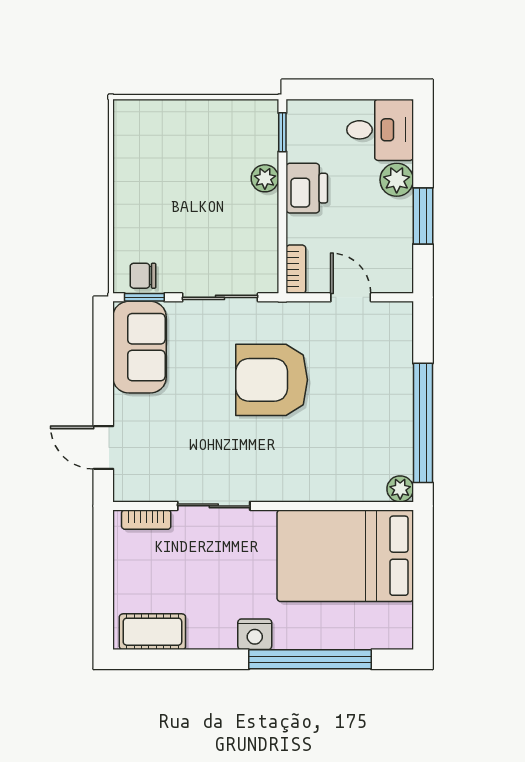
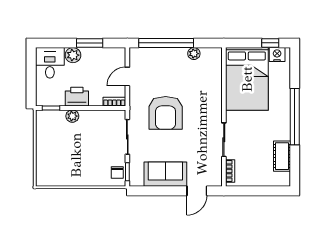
sofa: (139, 347) -> (165, 174), moved
window: (423, 423) -> (166, 43), moved
plant: (400, 489) -> (194, 54), moved
window: (423, 606) -> (270, 43), added
cot: (152, 632) -> (282, 156), moved
nightstand: (255, 634) -> (277, 55), moved, turned -90
window: (310, 659) -> (295, 117), moved

